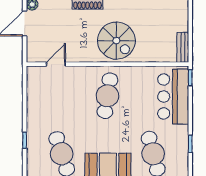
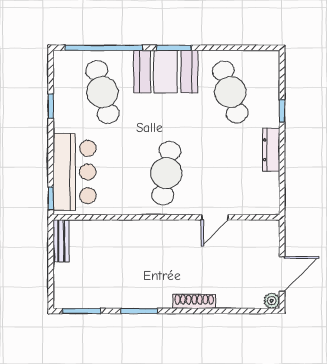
spiral stairs: (116, 41) -> (154, 250), removed
door: (56, 64) -> (215, 217), moved
dresser: (32, 112) -> (271, 150), added

